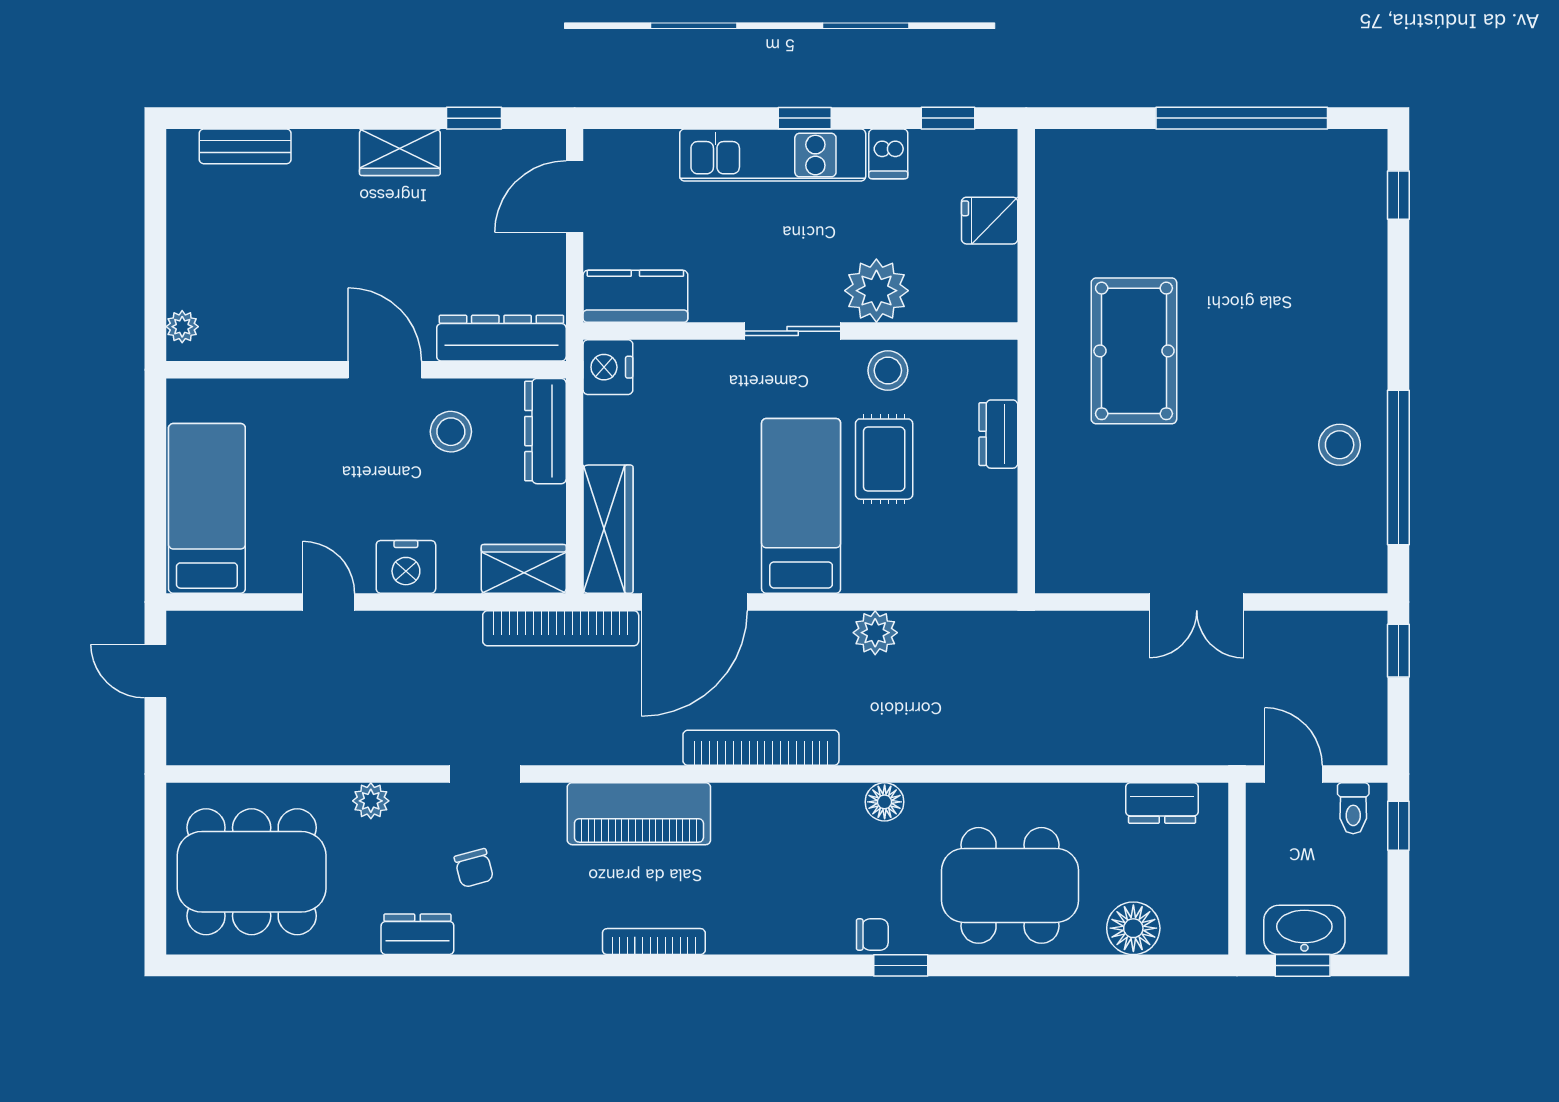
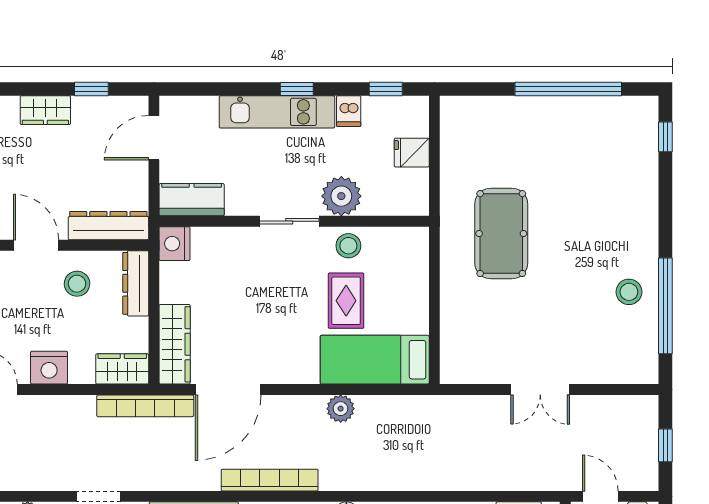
dresser: (998, 434) -> (417, 285), removed
bed: (801, 506) -> (375, 360), moved, turned -90
window: (1398, 651) -> (665, 445), moved

